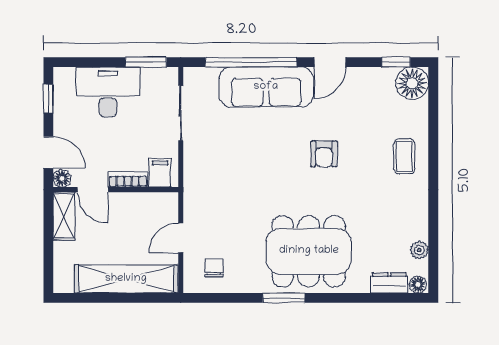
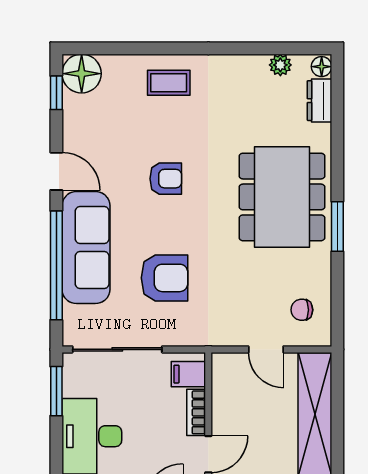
sliding door: (181, 113) -> (117, 349), width x1.37
armchair: (241, 153) -> (165, 278), added

